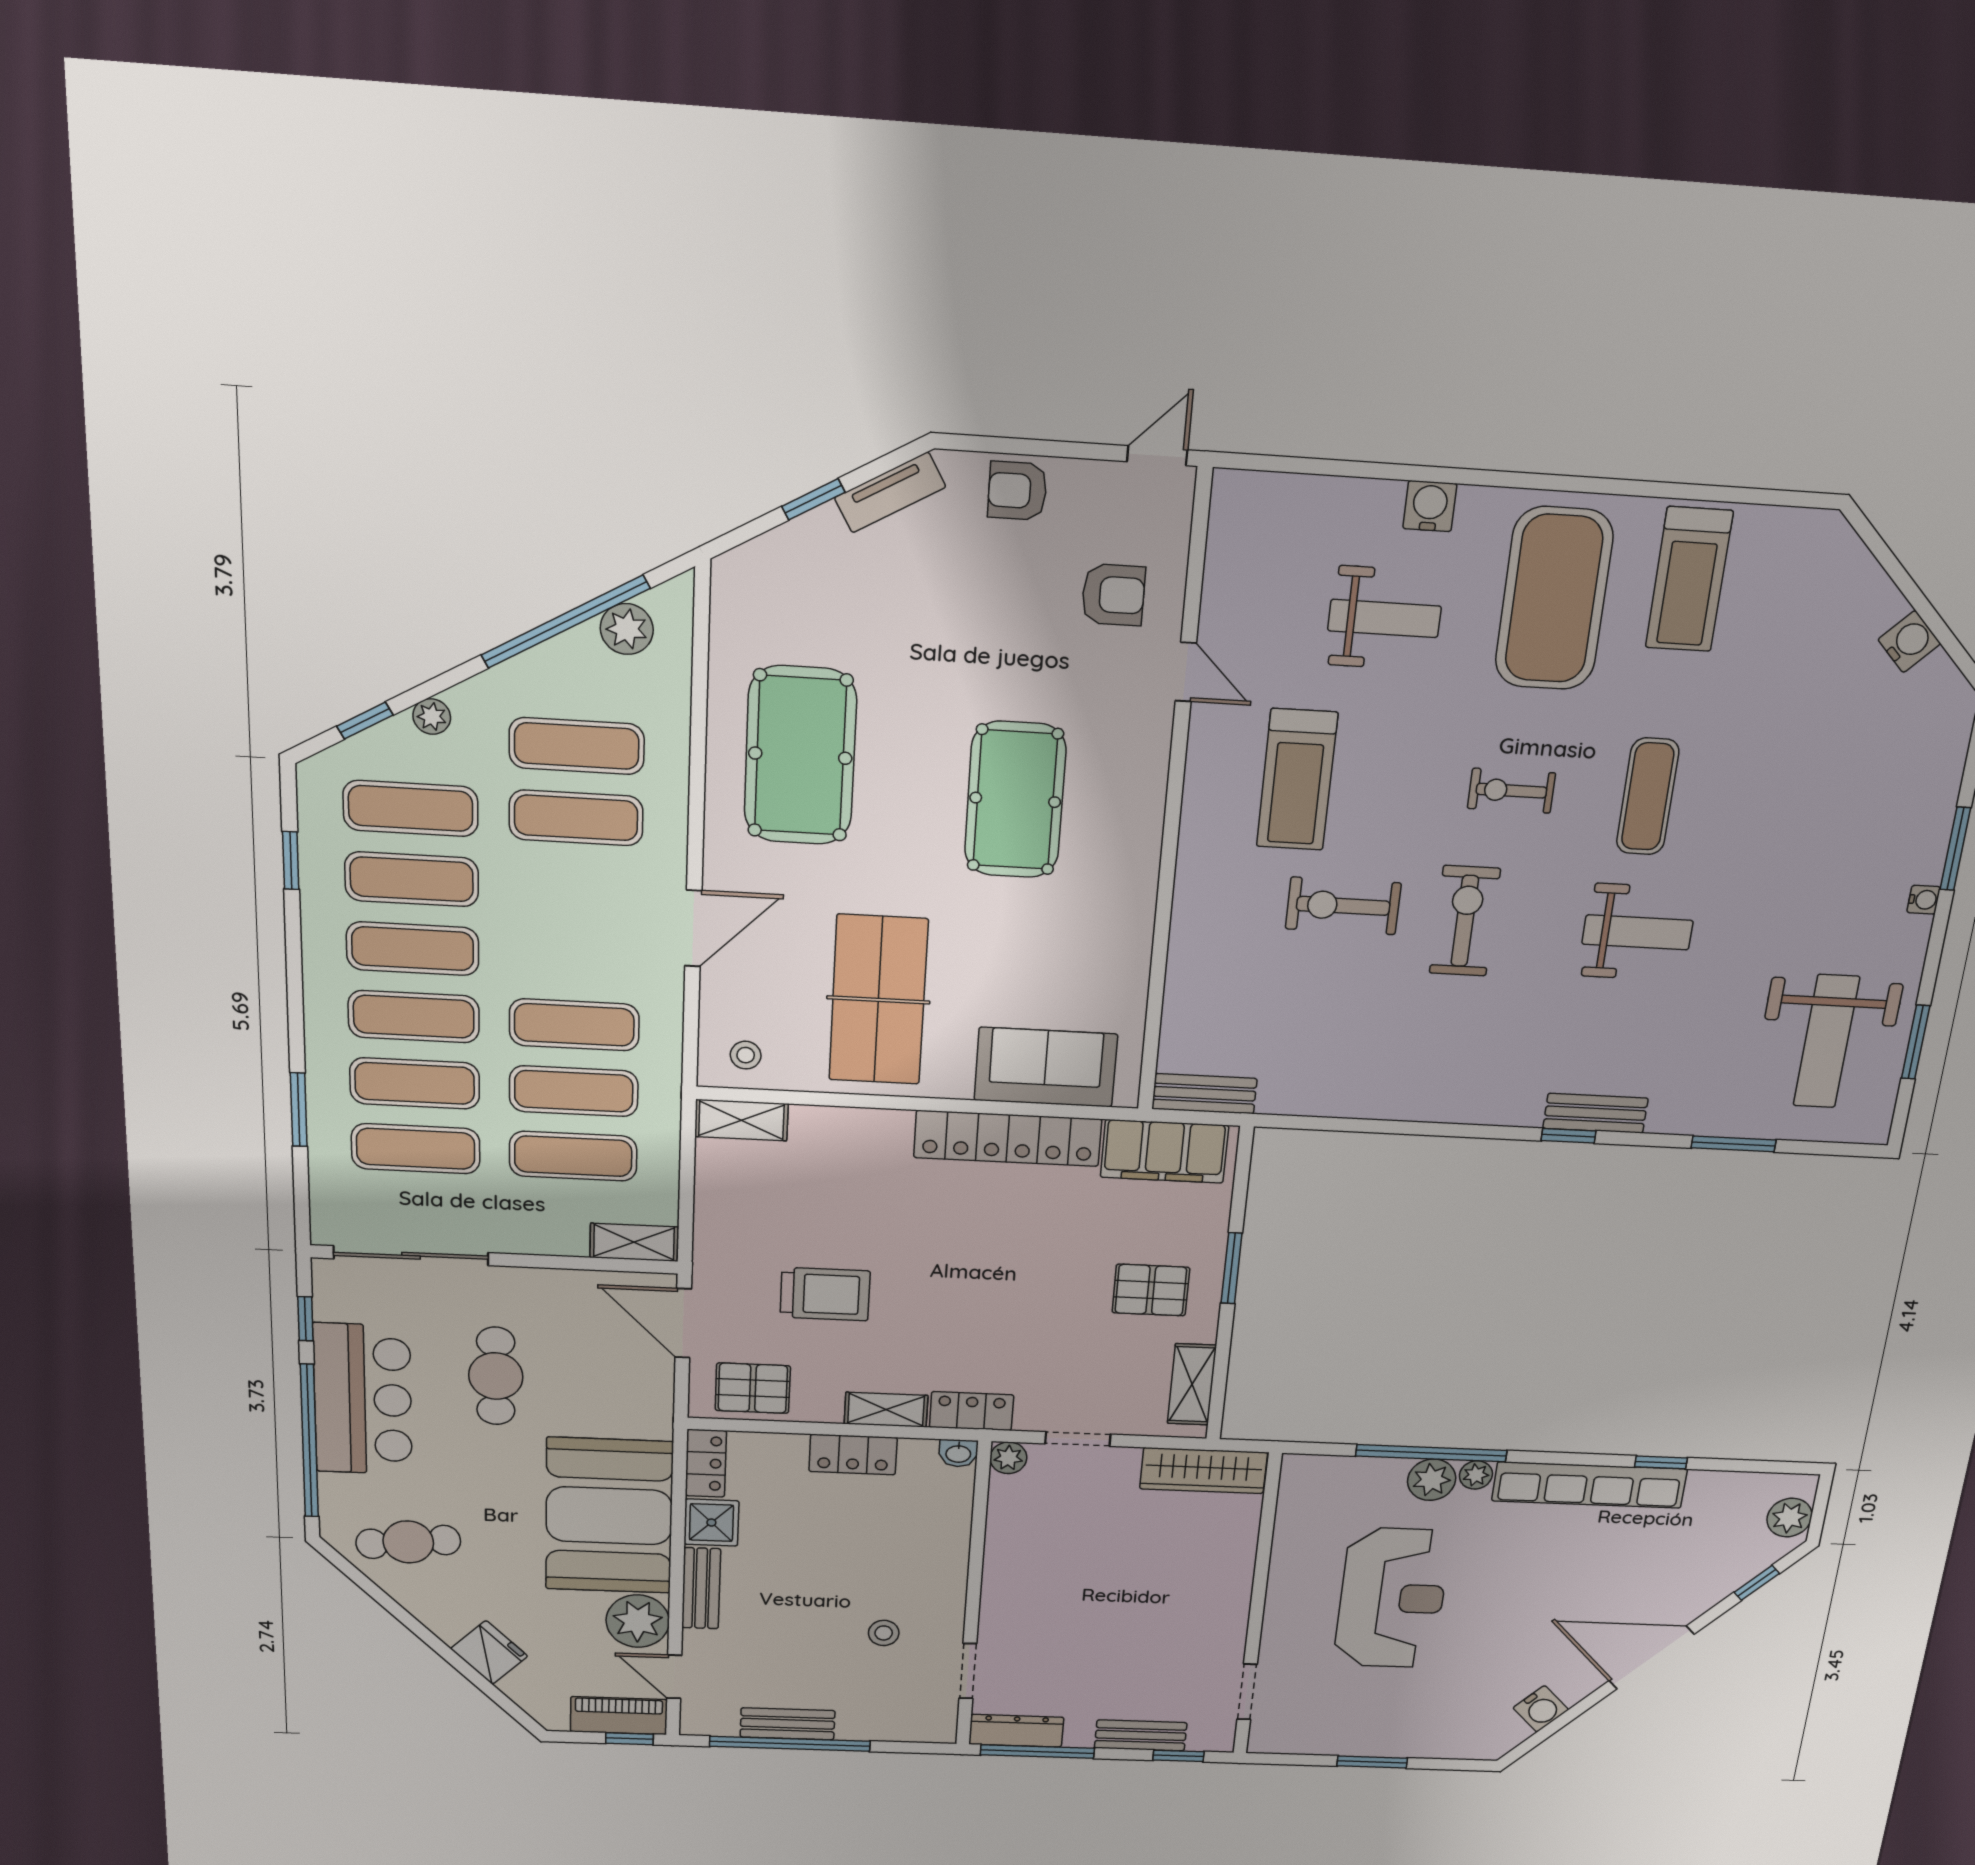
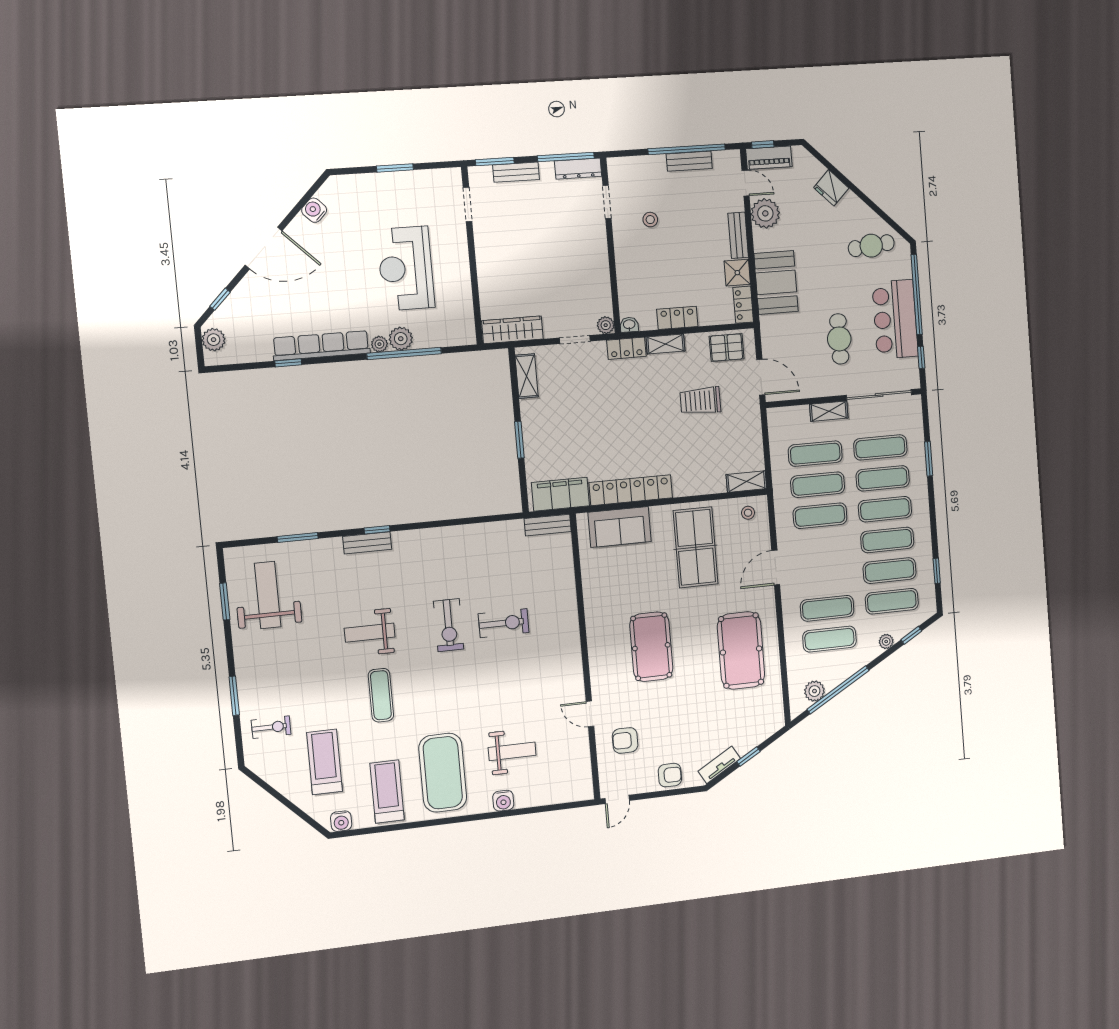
weight bench: (1384, 618) -> (512, 751), turned 180
water cooler: (1909, 642) -> (341, 821), moved, turned -45
treadmill: (1297, 780) -> (324, 762), moved
exercise bike: (1511, 791) -> (271, 727), moved
water cooler: (1924, 900) -> (242, 670), removed
shelving: (634, 1242) -> (829, 411), moved
pallet: (1151, 1290) -> (554, 423), removed
booth: (609, 1516) -> (776, 282), width x0.73, depth x0.70
window: (1178, 1756) -> (495, 162), width x1.50

